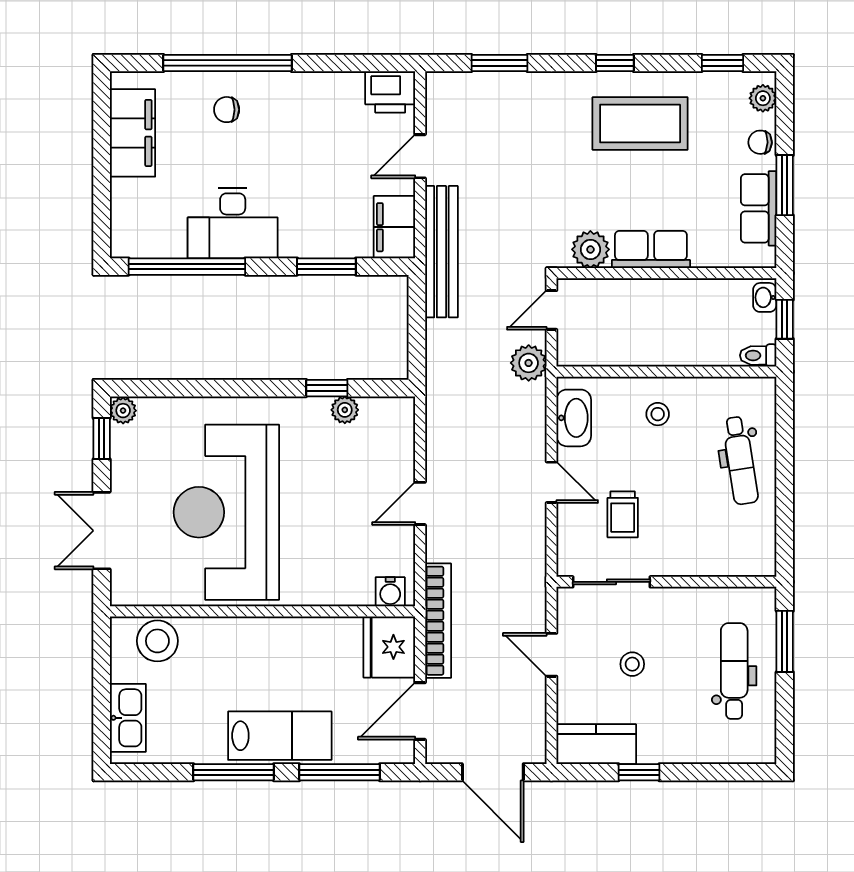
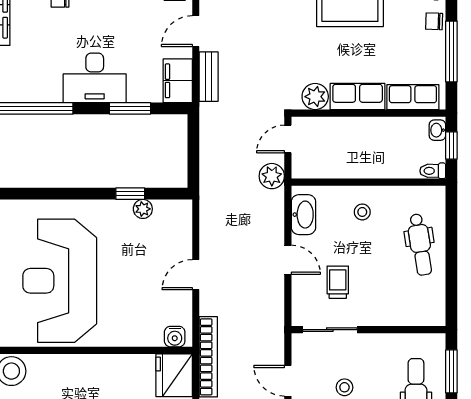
window: (785, 185) -> (451, 51), width x1.44
row of seats: (759, 208) -> (413, 97), moved, turned 90
desk: (233, 223) -> (95, 78), moved
bench: (441, 252) -> (209, 77), width x0.54, depth x0.82
trolley: (623, 514) -> (338, 282), turned 180

